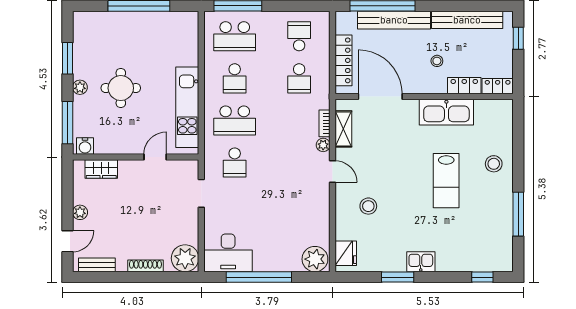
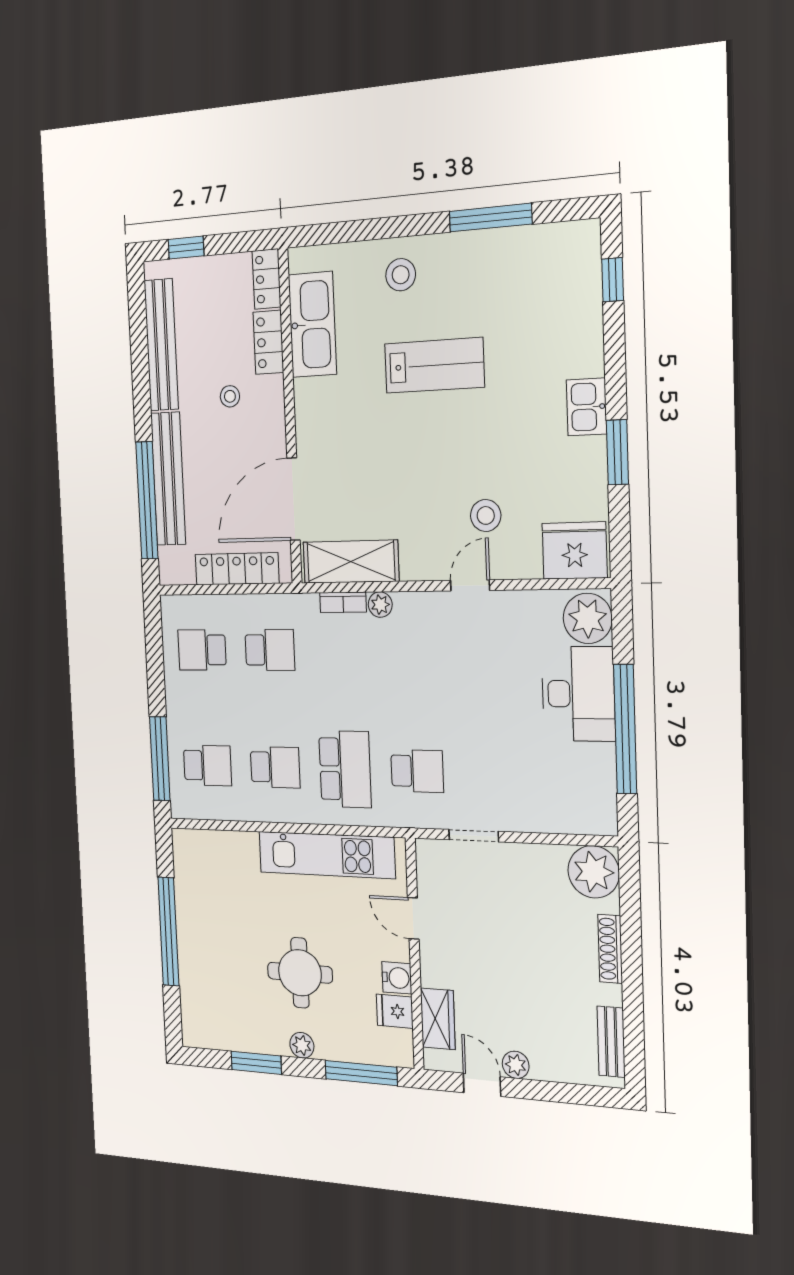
school desk: (235, 36) -> (207, 765), width x0.54
kitchen sink: (446, 112) -> (312, 325), moved
shelving: (343, 129) -> (351, 562), width x1.50, depth x1.33
fridge: (104, 144) -> (395, 1011), added
water cooler: (85, 146) -> (397, 978), moved
door: (333, 172) -> (470, 585), moved
door: (67, 241) -> (482, 1085), moved
desk: (228, 253) -> (578, 694), moved
fridge: (346, 253) -> (575, 551), width x1.36, depth x1.34

